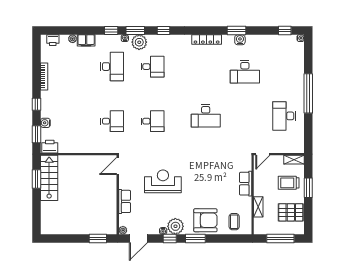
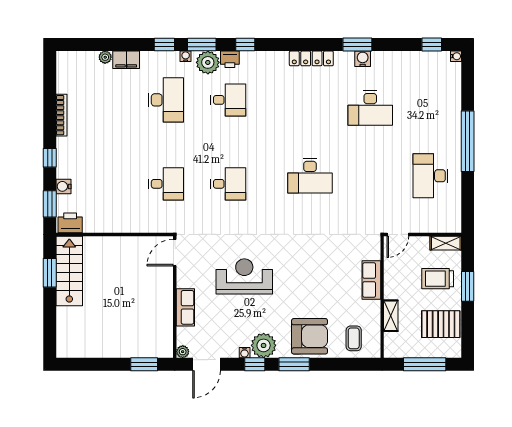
printer: (53, 40) -> (230, 59), moved

